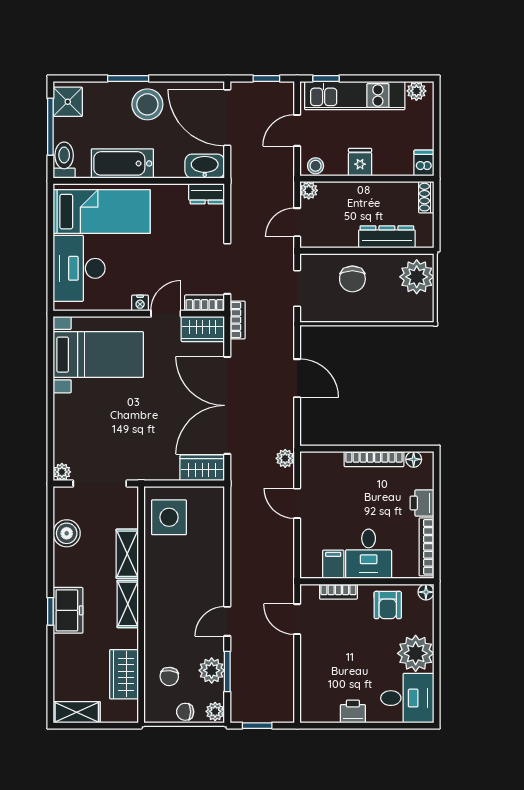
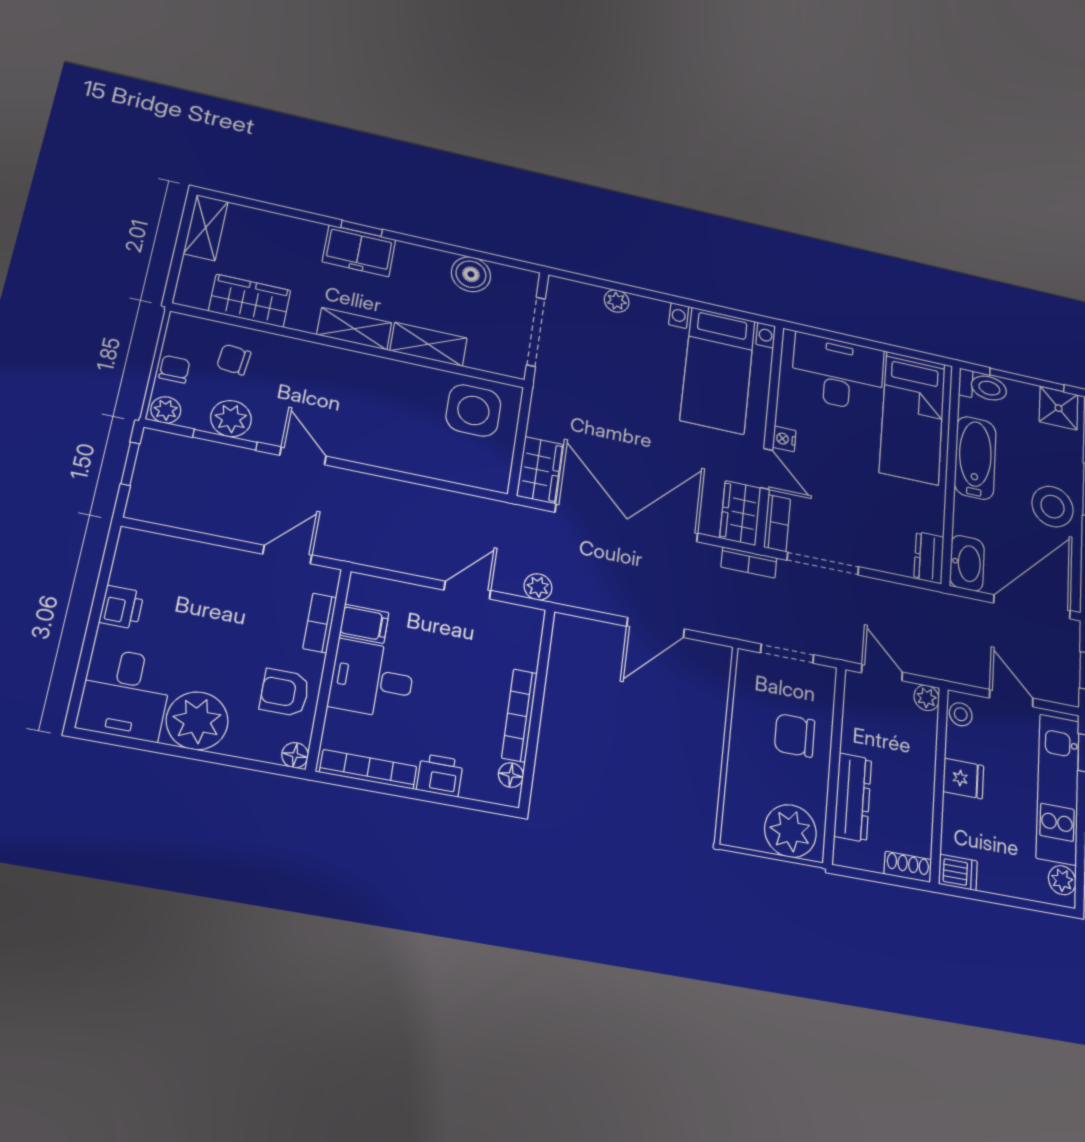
plant: (62, 472) -> (617, 301), moved

